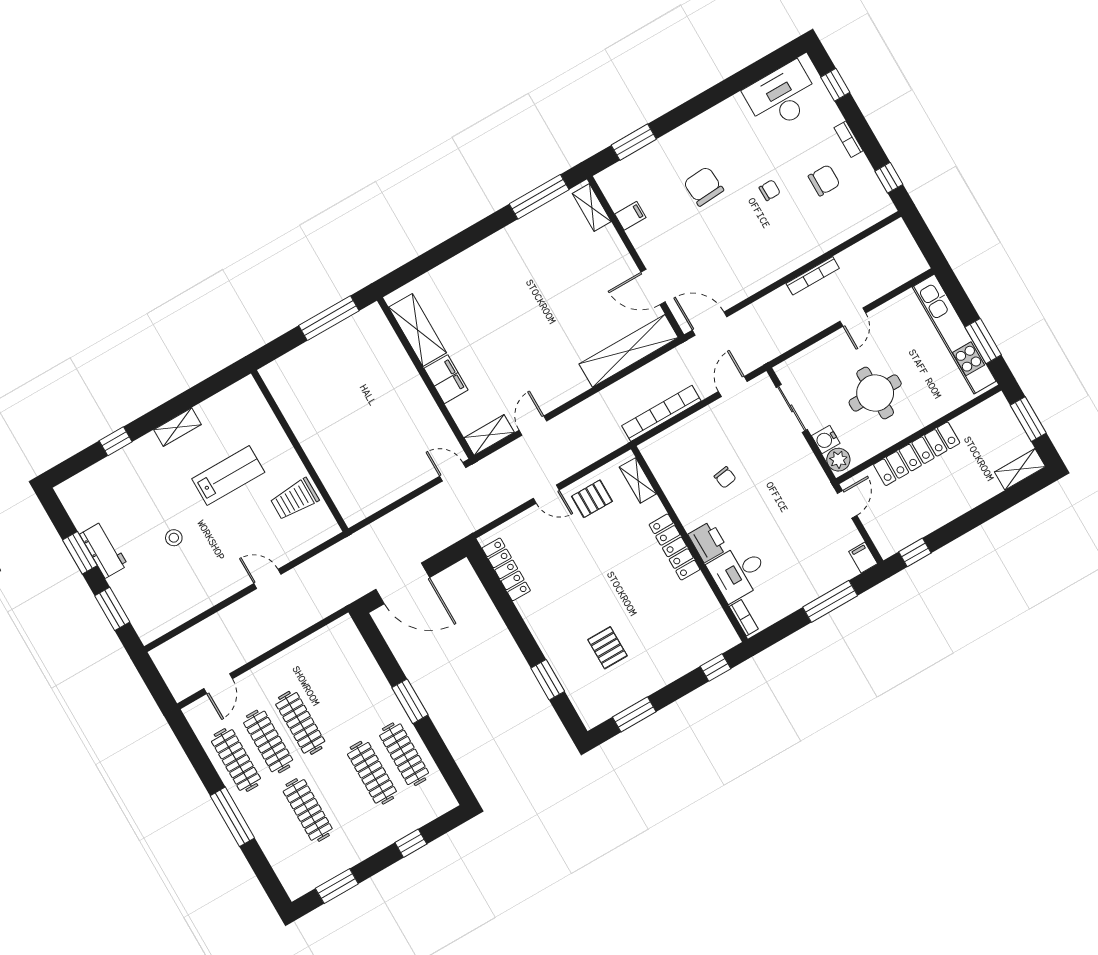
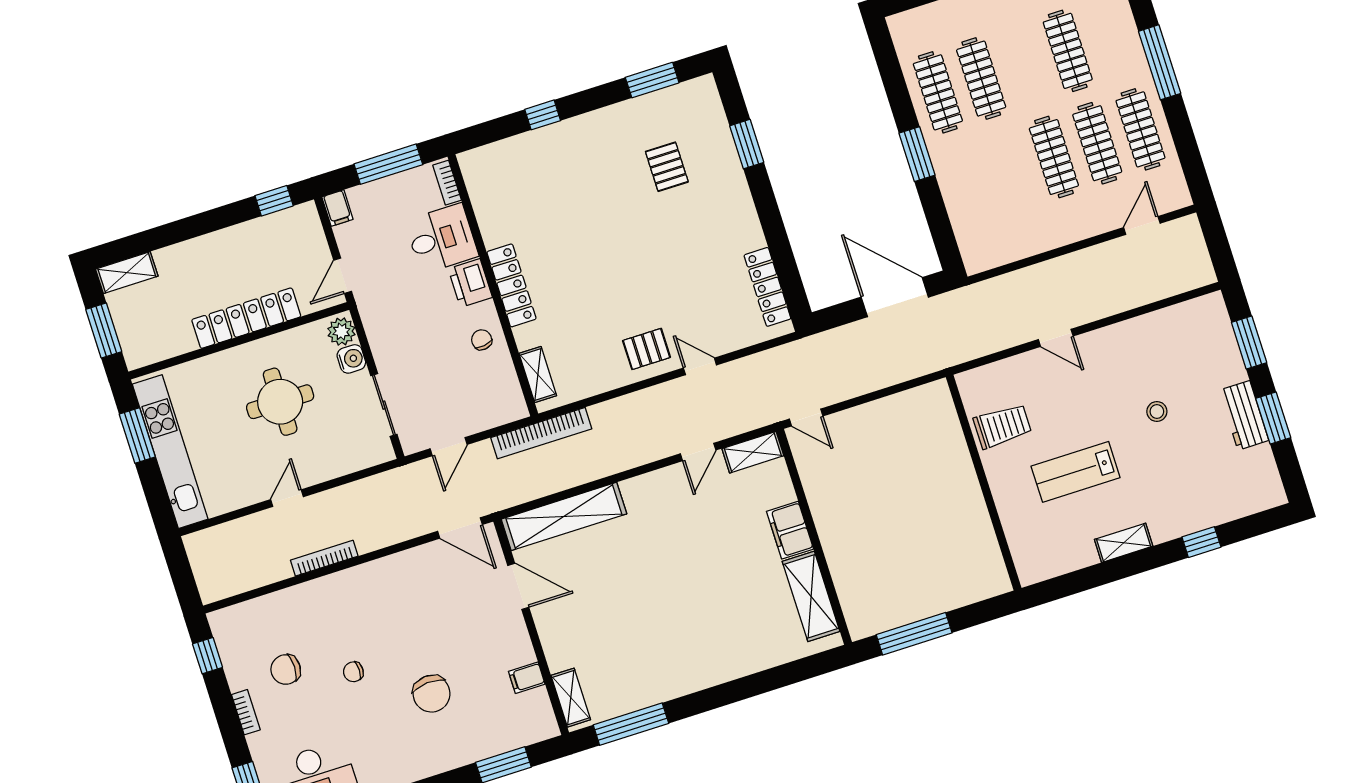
shelving: (638, 480) -> (538, 374), moved
printer: (708, 542) -> (470, 283), moved
wall: (689, 544) -> (493, 285), moved
locker: (674, 547) -> (511, 285), moved
desk: (738, 572) -> (442, 239), moved
bookcase: (744, 618) -> (447, 183), moved

